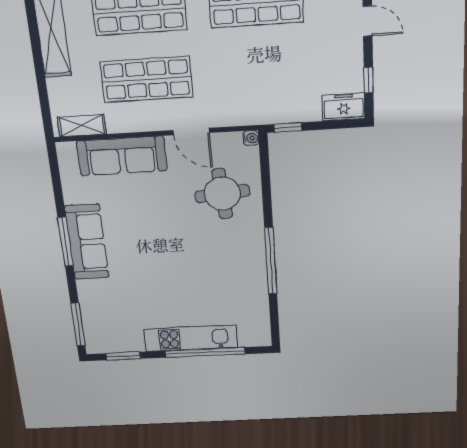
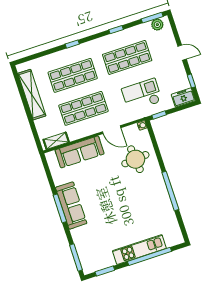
checkout: (265, 83) -> (142, 95), added

